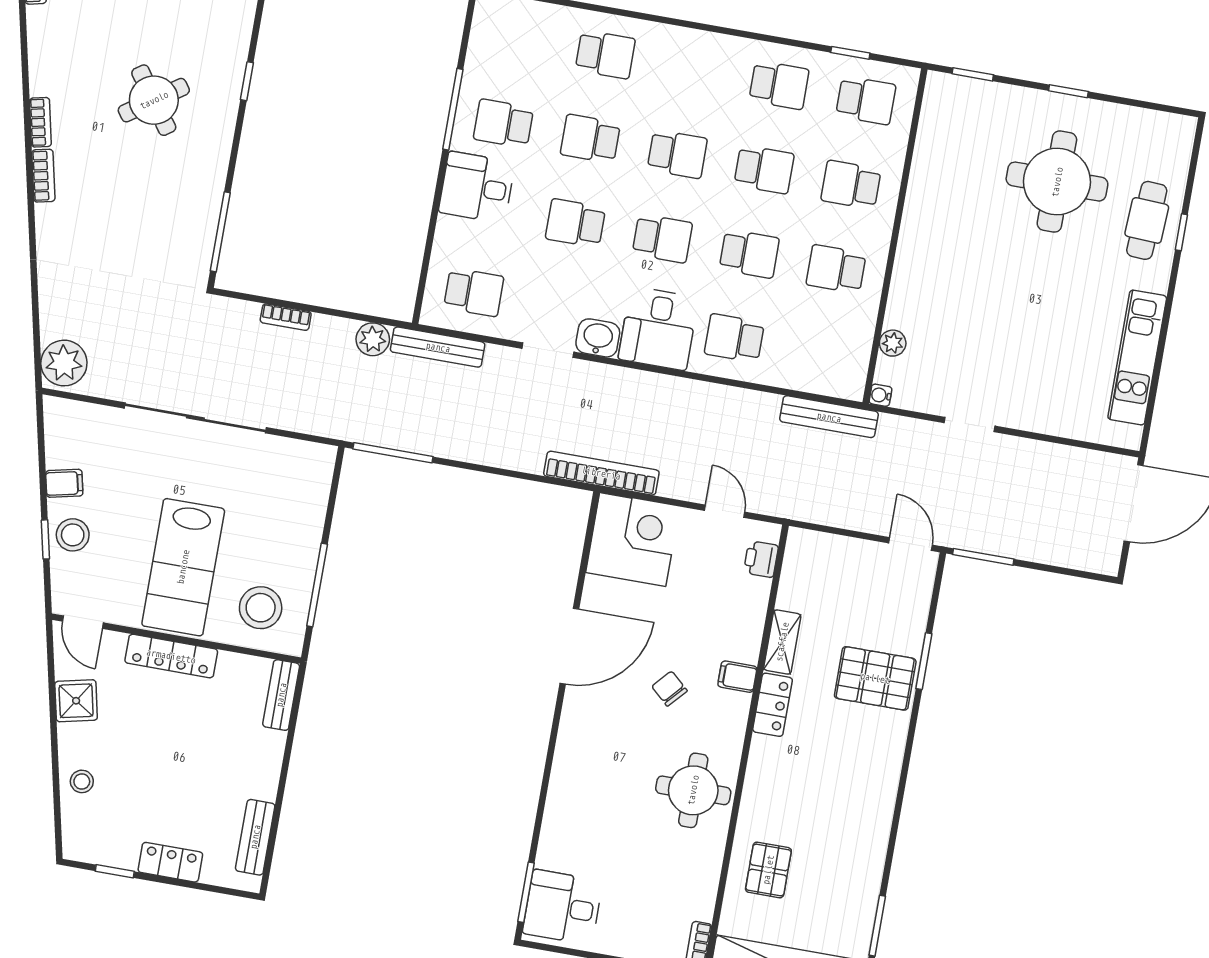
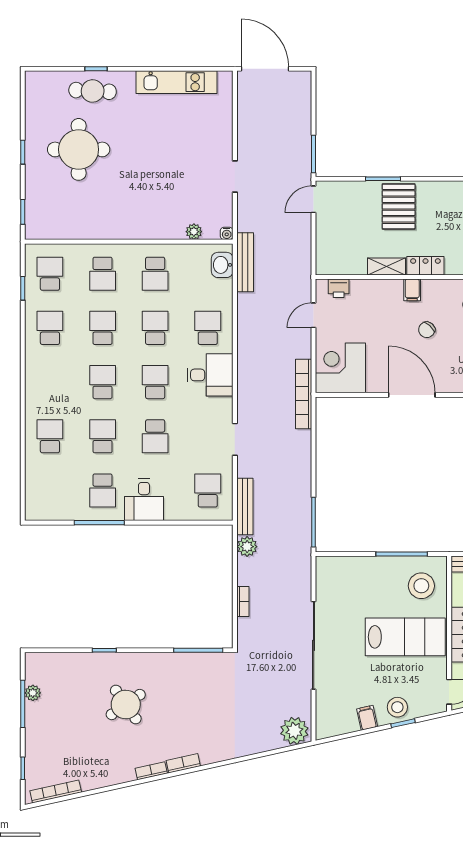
school desk: (590, 139) -> (103, 436), turned 180
washbasin: (598, 338) -> (222, 265), moved
school desk: (734, 338) -> (208, 328), turned 180

